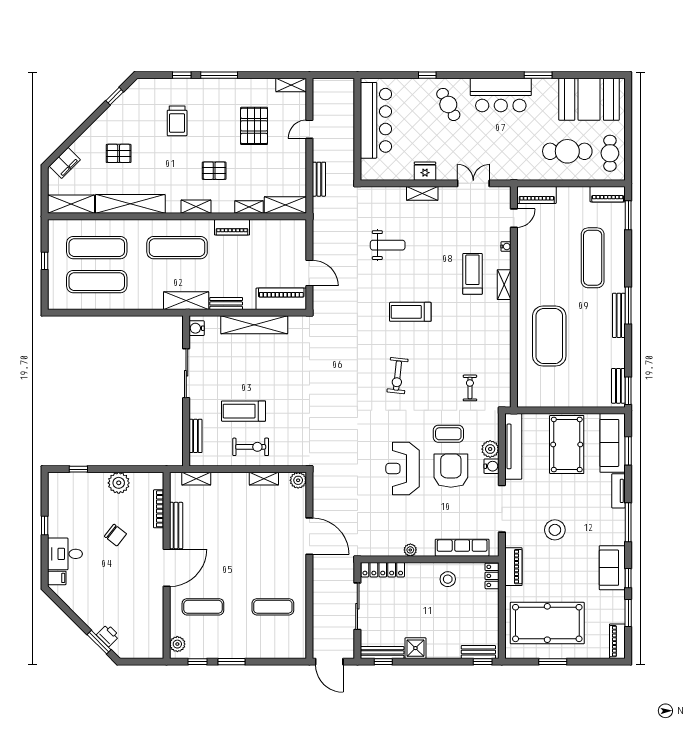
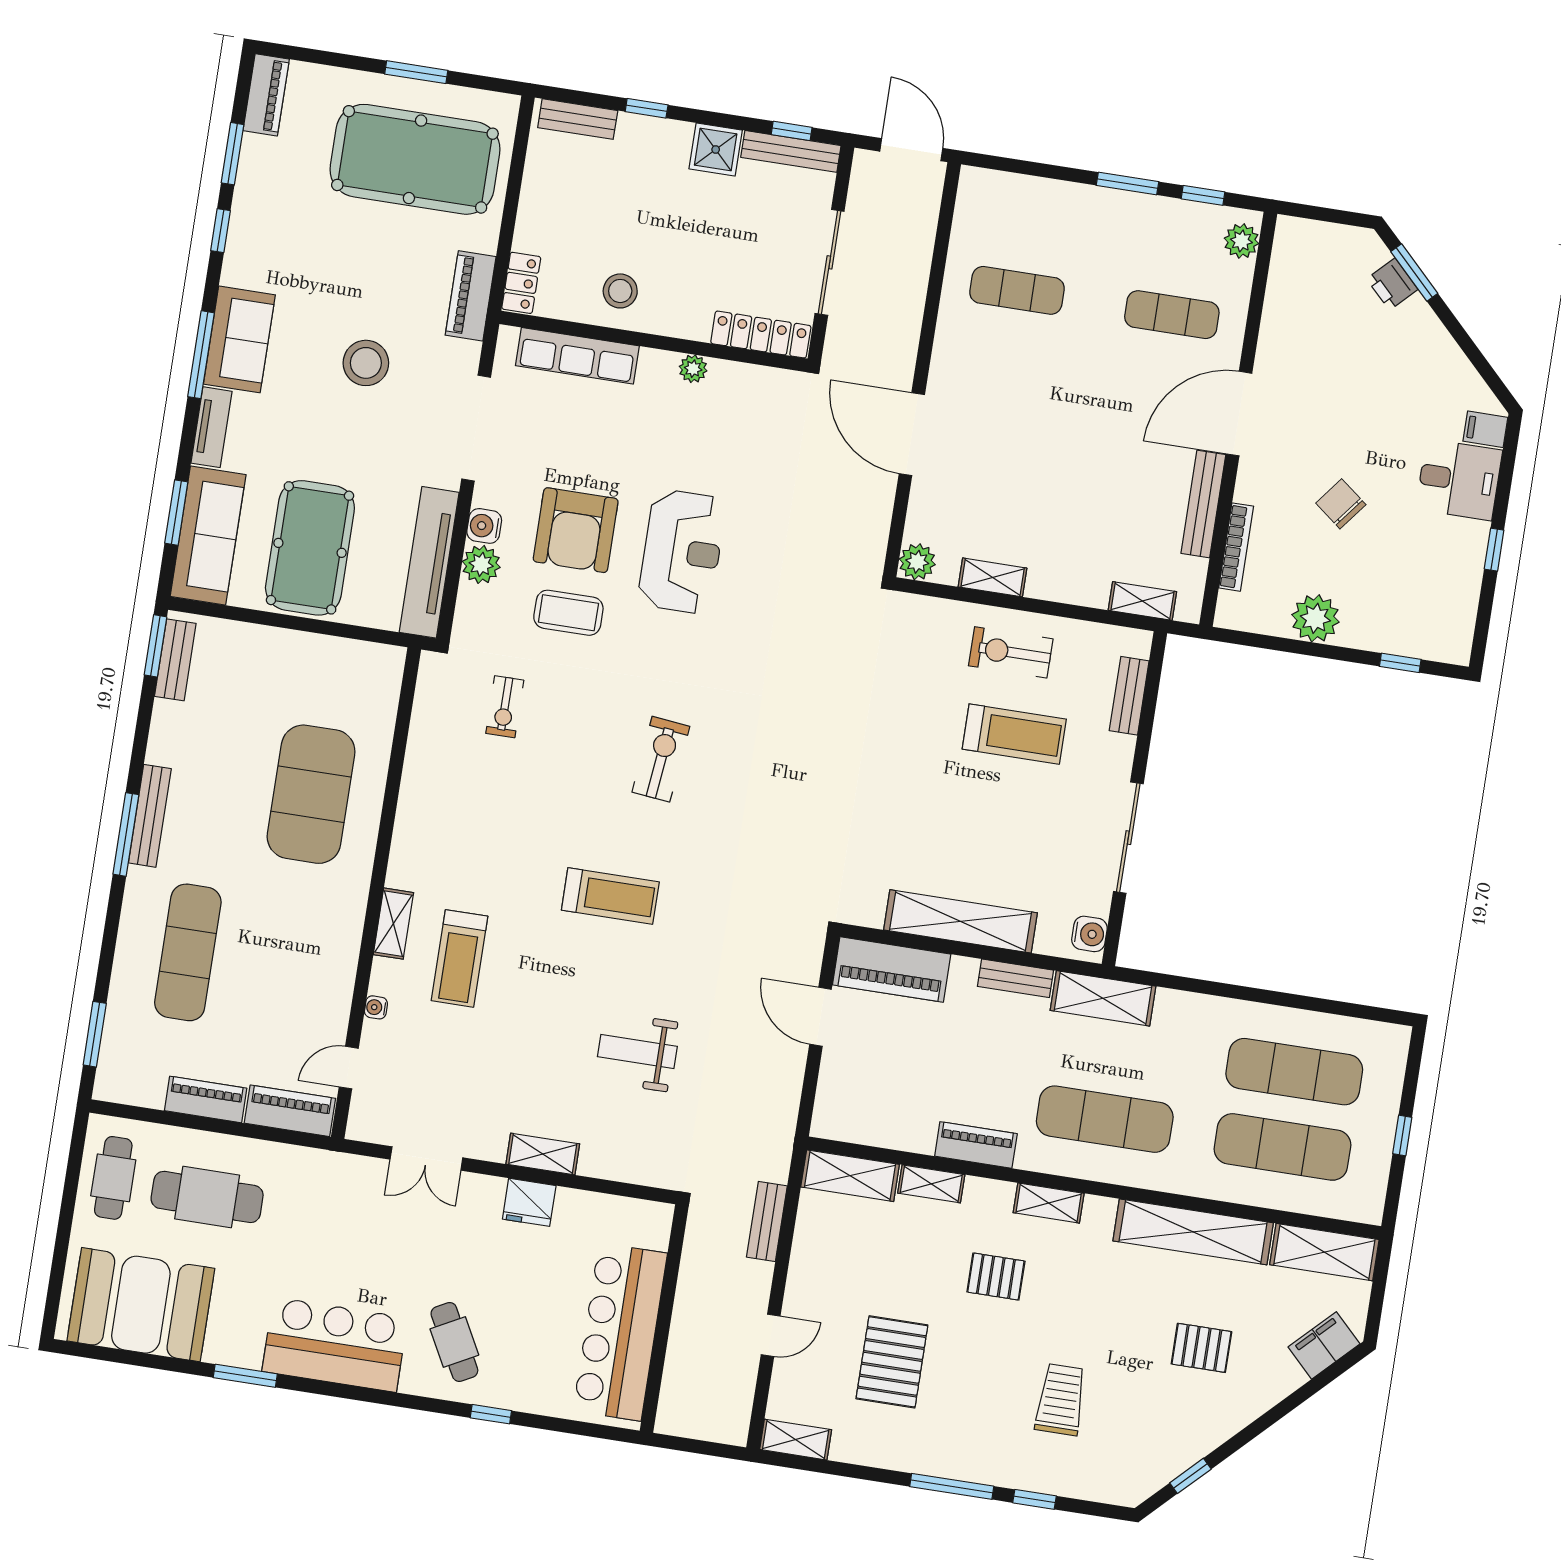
piano: (608, 194) -> (206, 1099), moved
sofa: (612, 568) -> (239, 339), moved
window: (483, 662) -> (647, 108), moved

